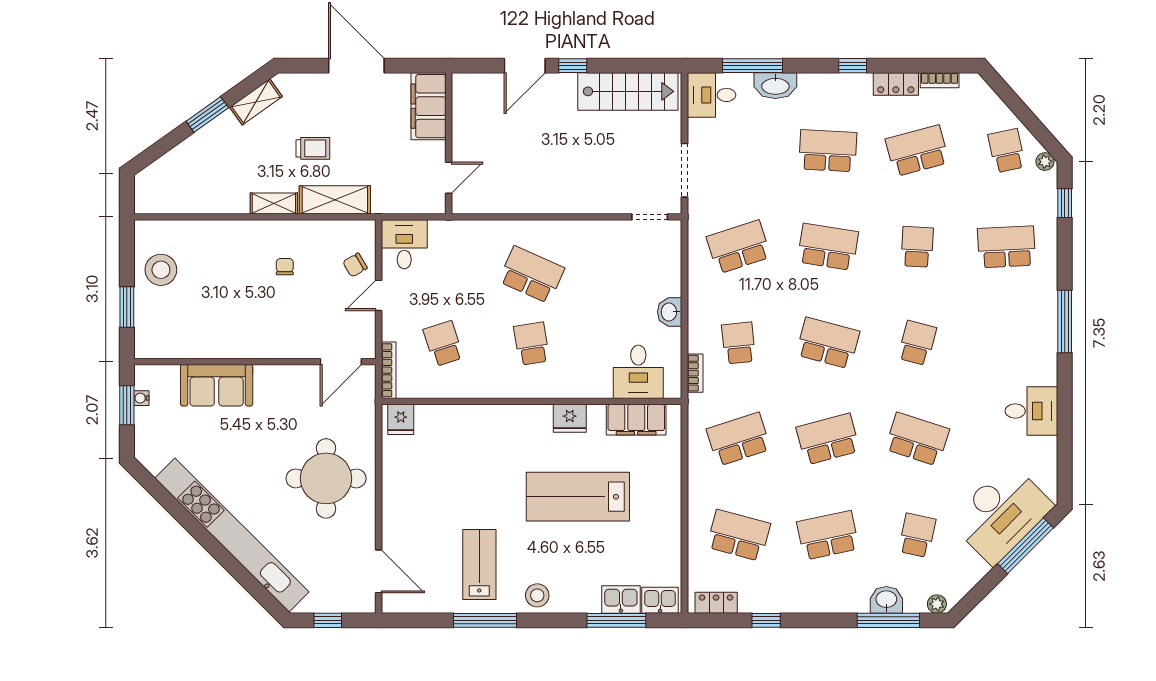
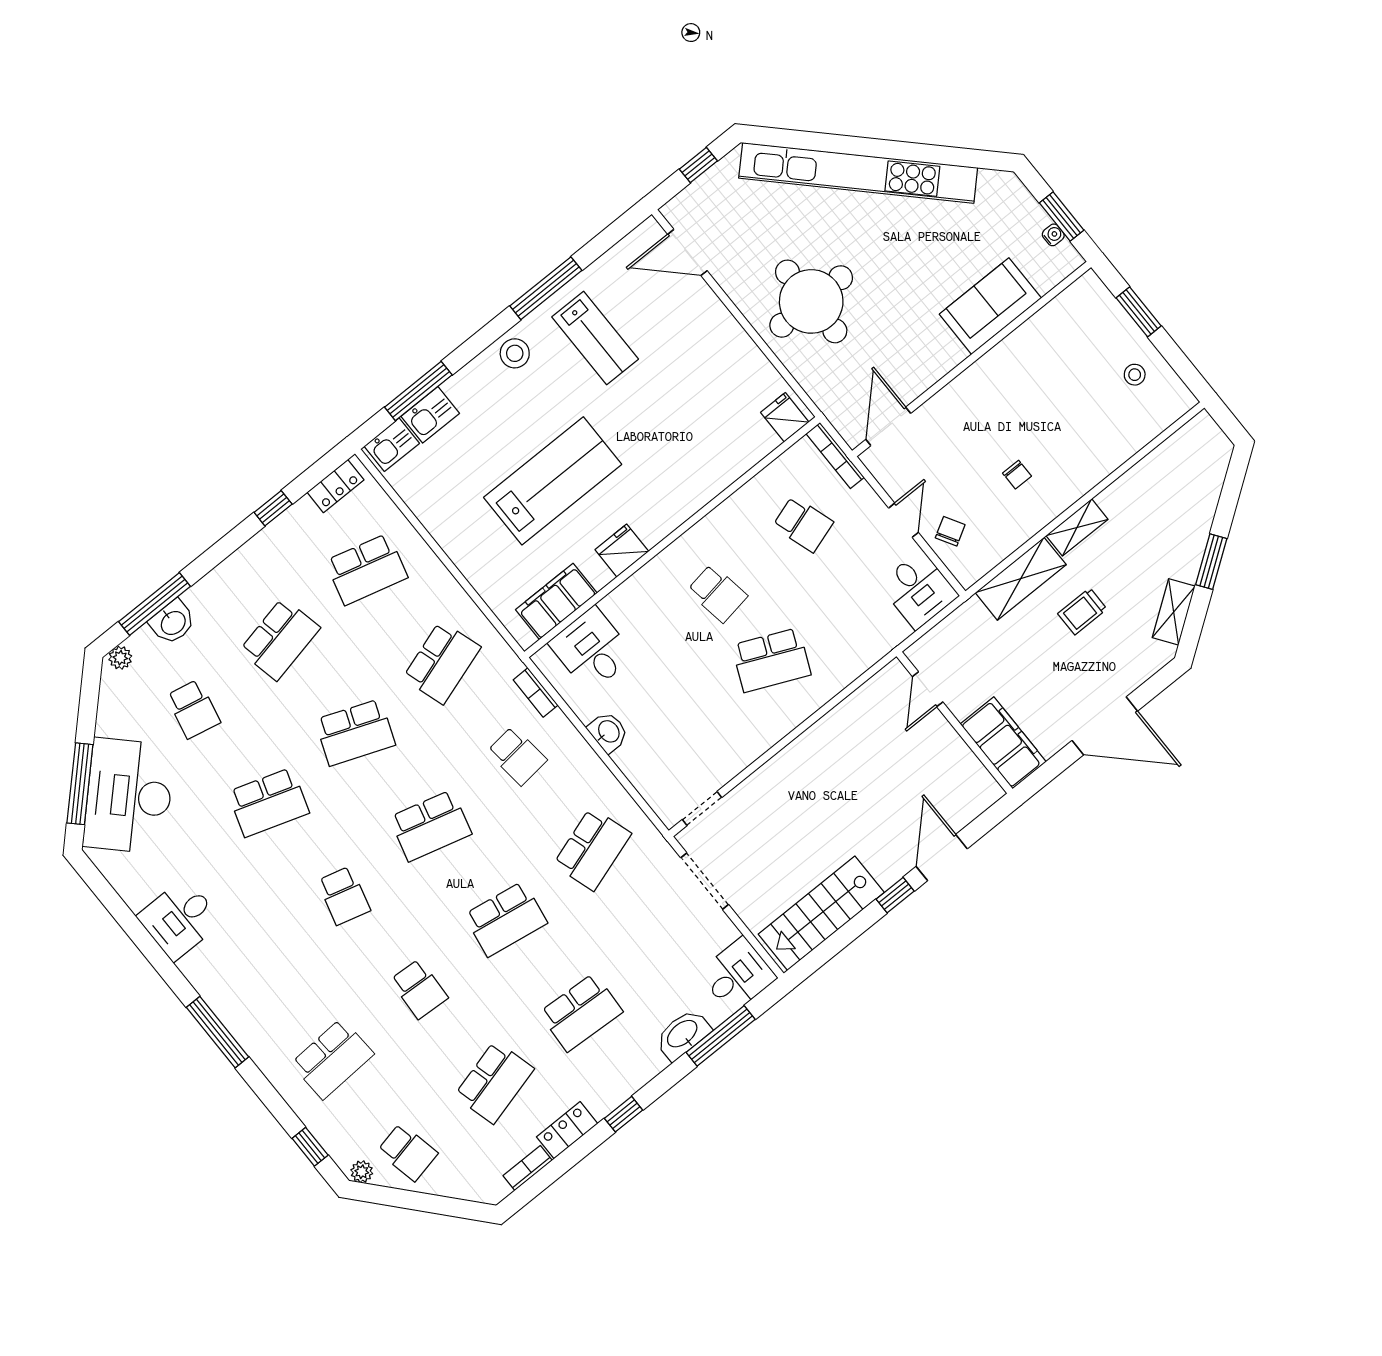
stool: (161, 270) -> (1135, 375), width x0.53, depth x0.53
school desk: (828, 439) -> (355, 732), turned 36

